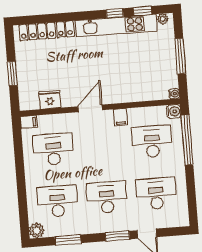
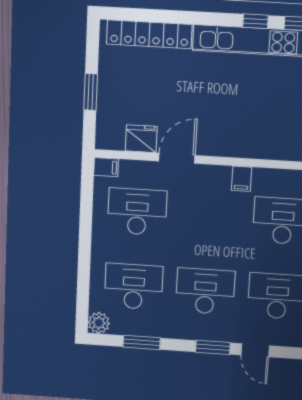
door: (90, 108) -> (177, 158), moved

